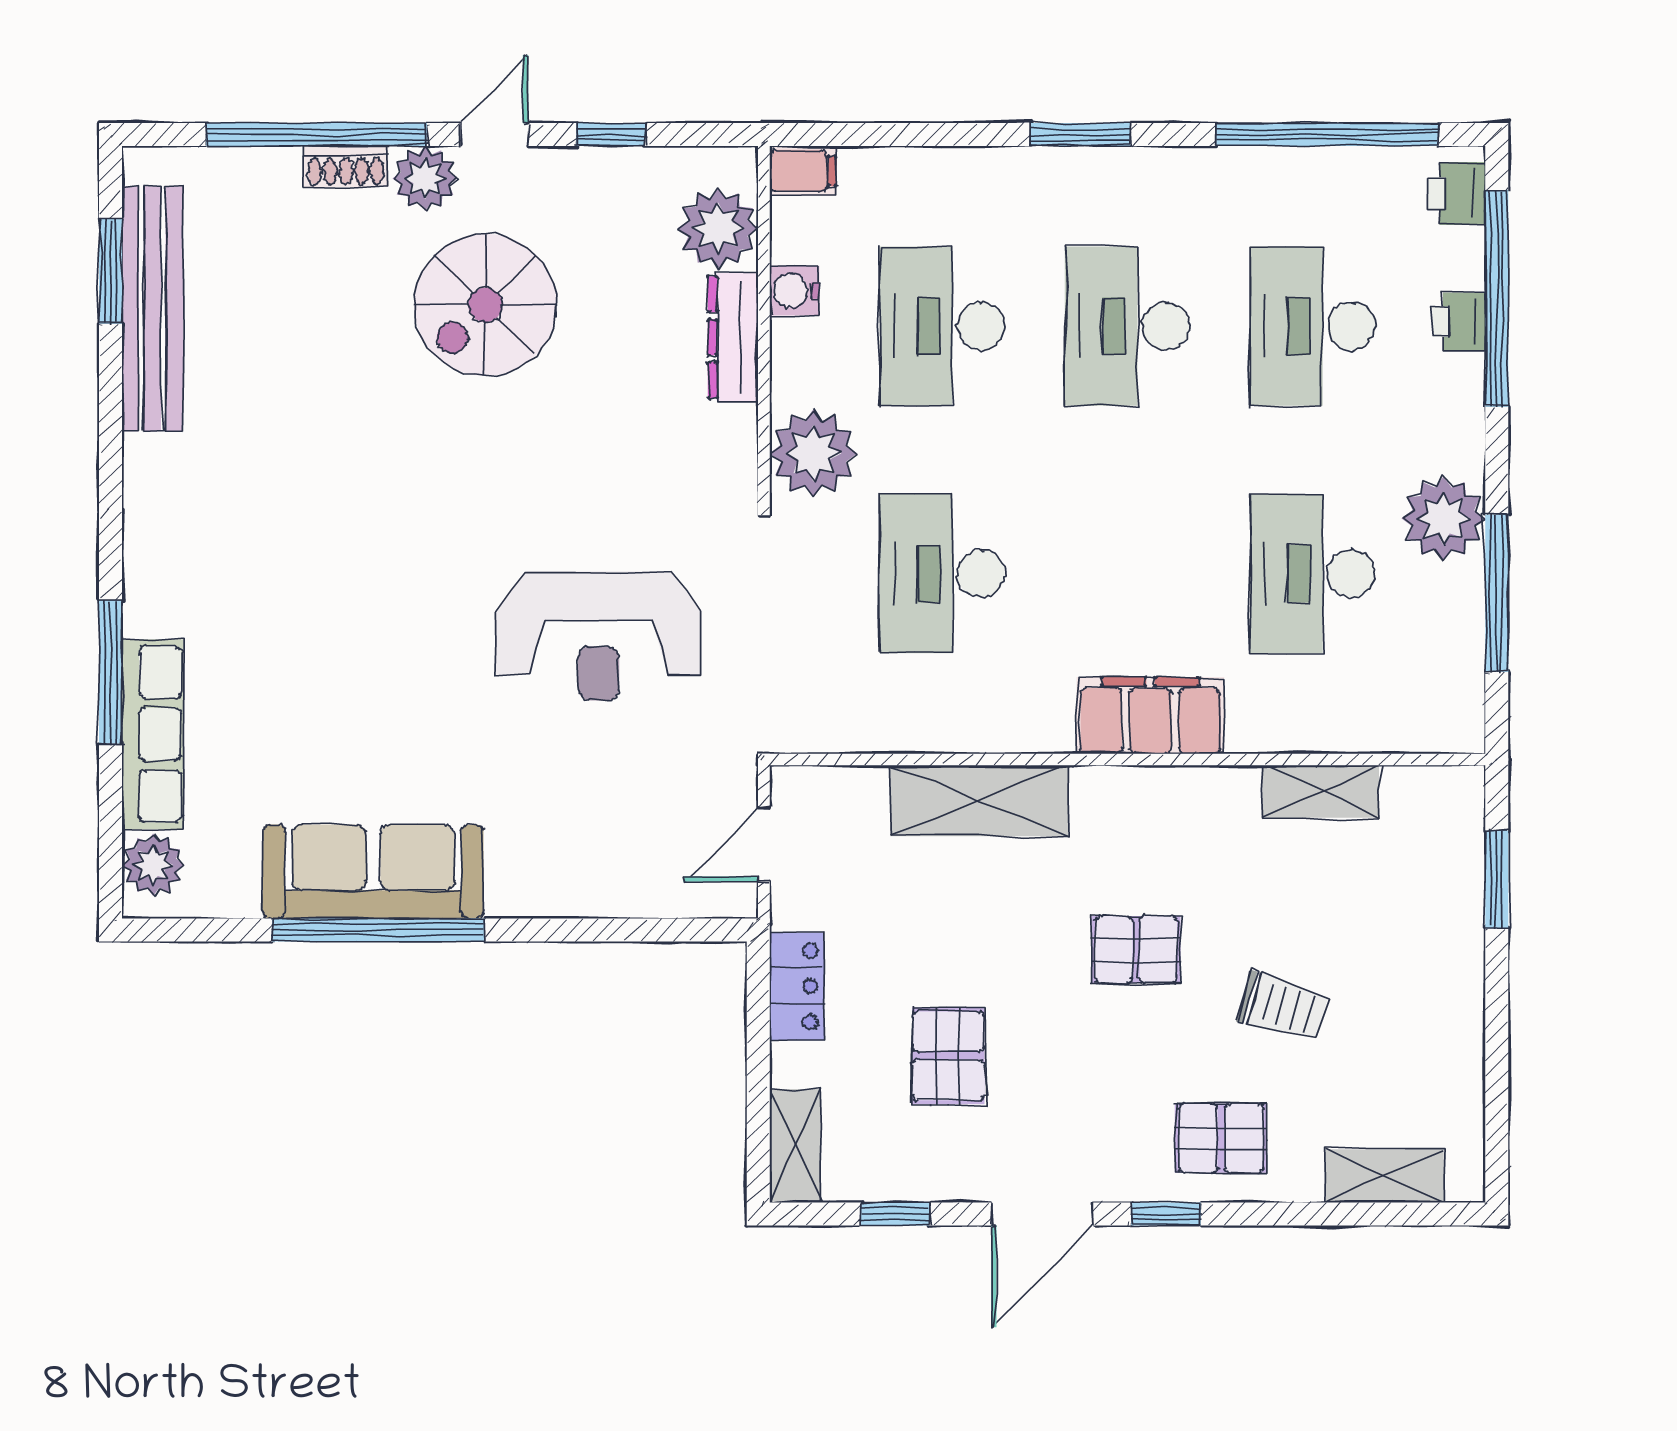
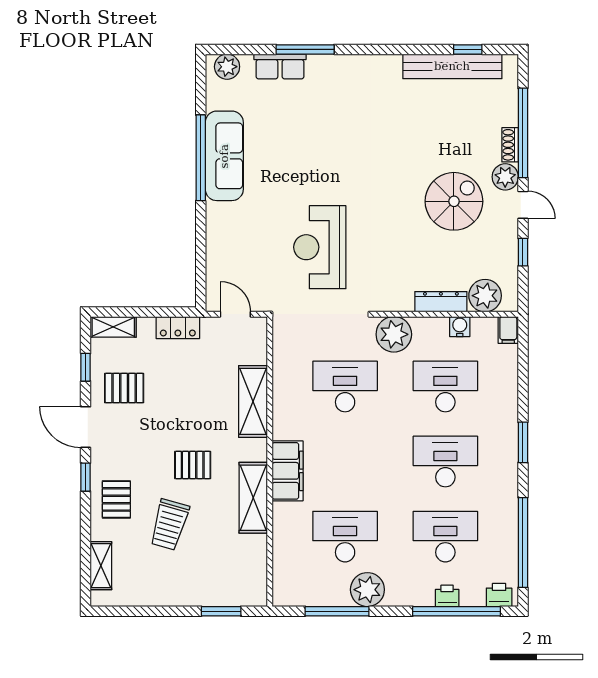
window: (111, 271) -> (468, 49), width x0.67
spiral stairs: (485, 305) -> (454, 201), turned 90
row of seats: (153, 734) -> (280, 67), width x0.68
shelving: (1321, 791) -> (253, 498), moved, width x1.50, depth x1.33
pallet: (1136, 950) -> (193, 465), turned 90
trolley: (1283, 1007) -> (169, 525), width x1.36, depth x1.39
pallet: (948, 1056) -> (124, 388), moved

